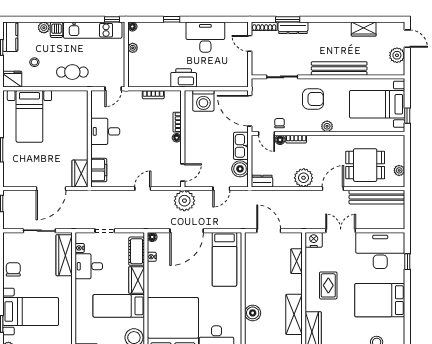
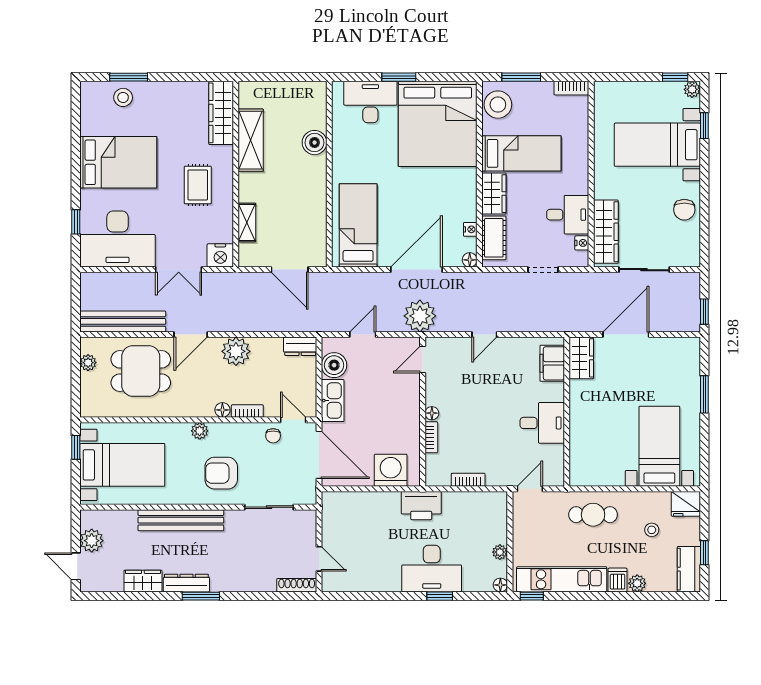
window: (288, 19) -> (201, 596), moved
dresser: (293, 28) -> (186, 583), moved
desk: (205, 37) -> (432, 569), moved
floor lamp: (280, 140) -> (222, 410), moved

